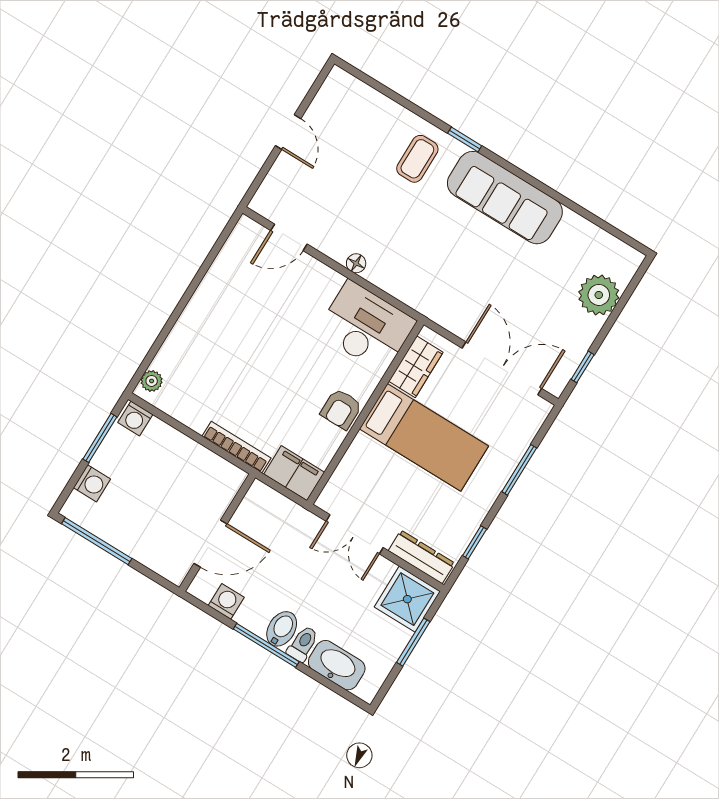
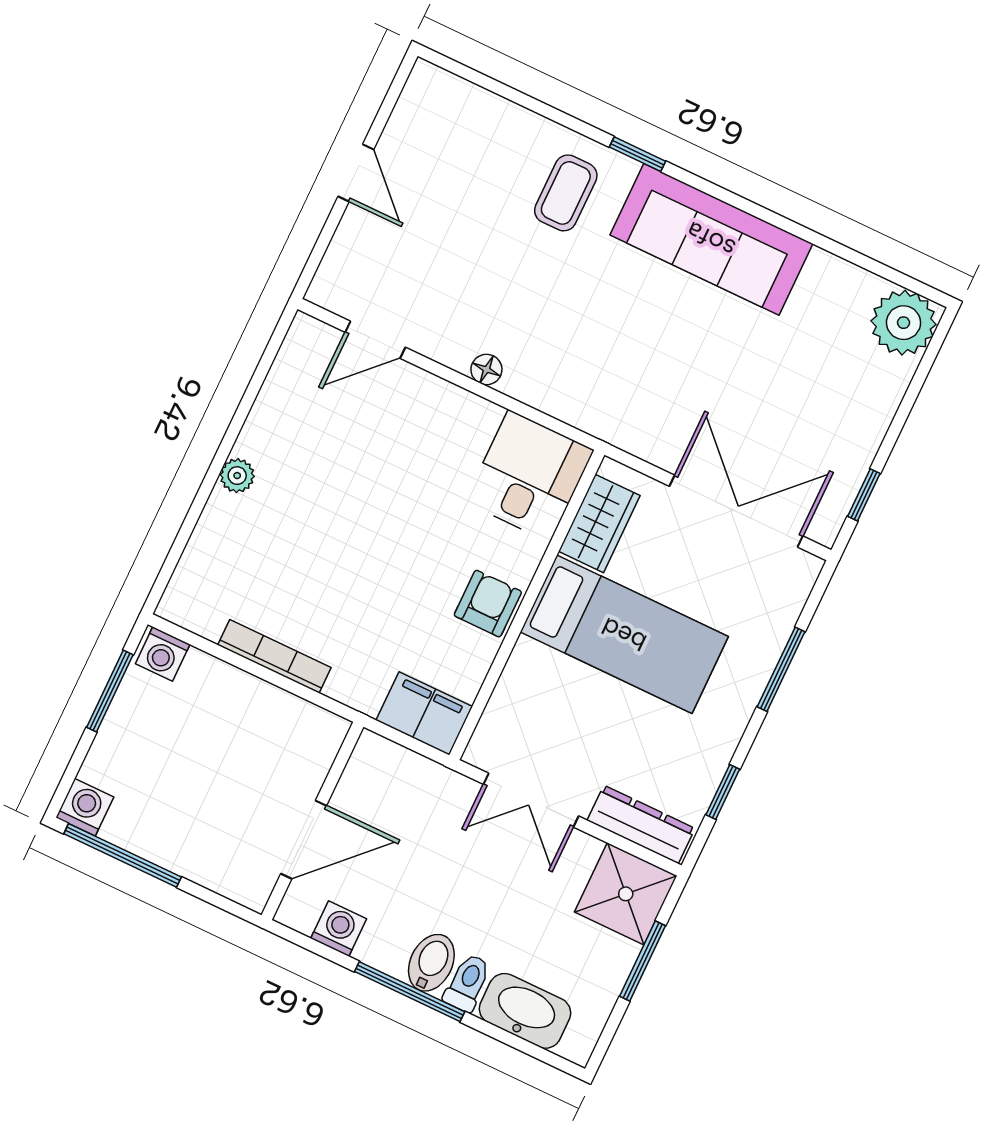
plant: (599, 295) -> (904, 323), moved
desk: (366, 327) -> (529, 476), width x0.73
plant: (152, 381) -> (237, 476), moved
armchair: (341, 409) -> (488, 604), turned 180
bookcase: (236, 447) -> (274, 656), moved
washing machine: (92, 483) -> (85, 807), moved, turned -90

